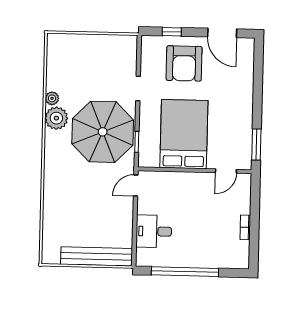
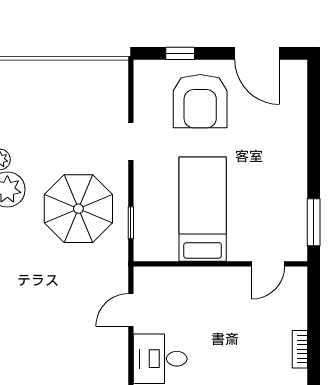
parasol: (103, 132) -> (78, 209), width x0.73, depth x0.73
bed: (184, 134) -> (203, 209), width x0.67
door: (136, 185) -> (131, 310), moved

